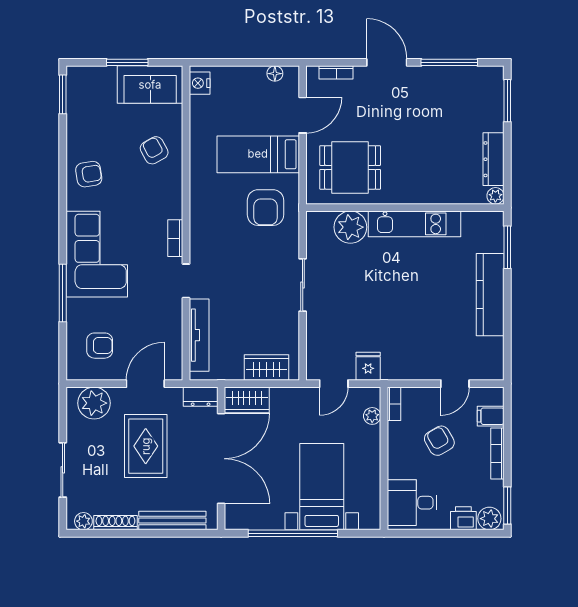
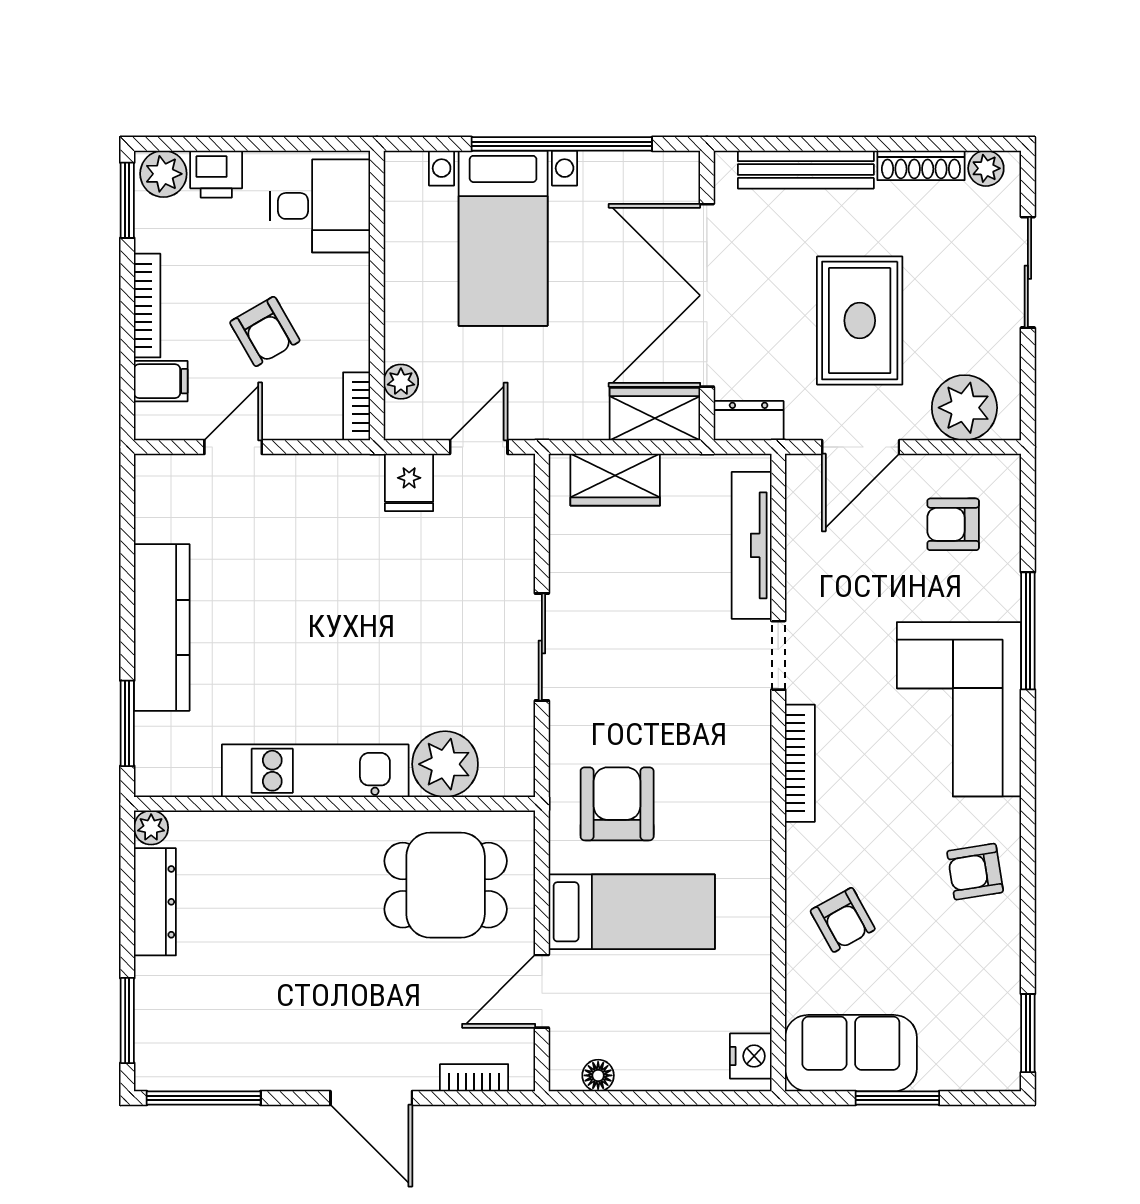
window: (449, 62) -> (204, 1098), moved
bookcase: (175, 238) -> (800, 763), width x1.56

